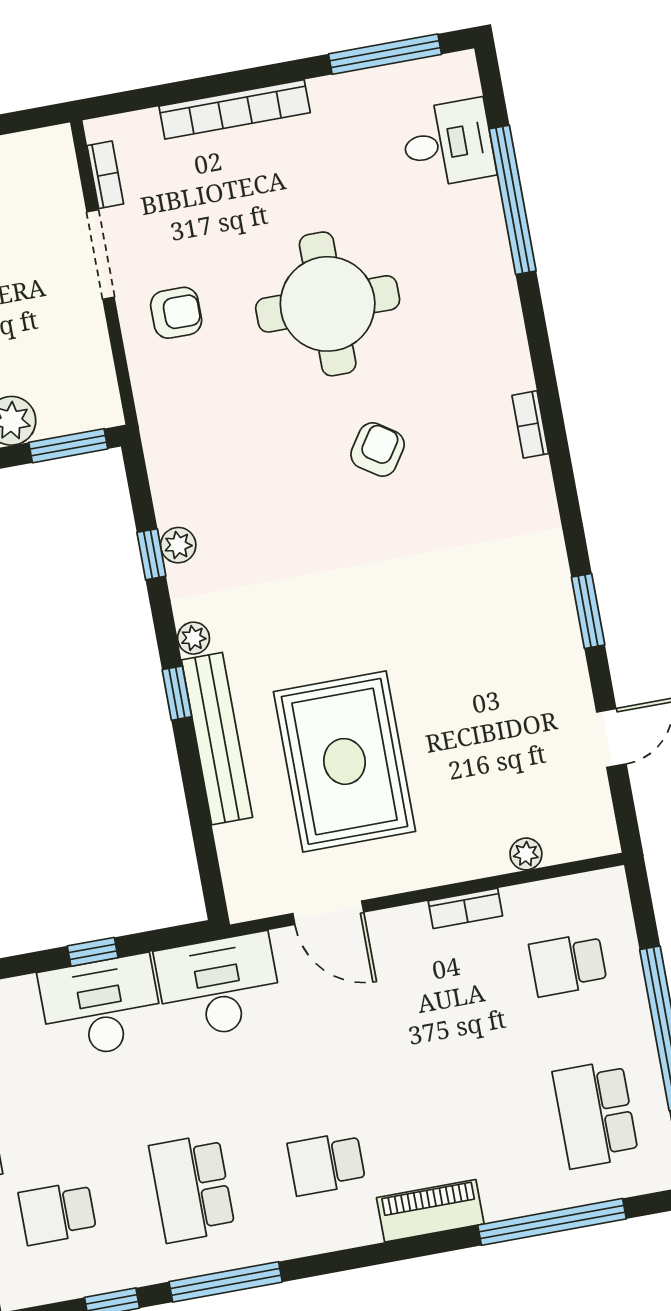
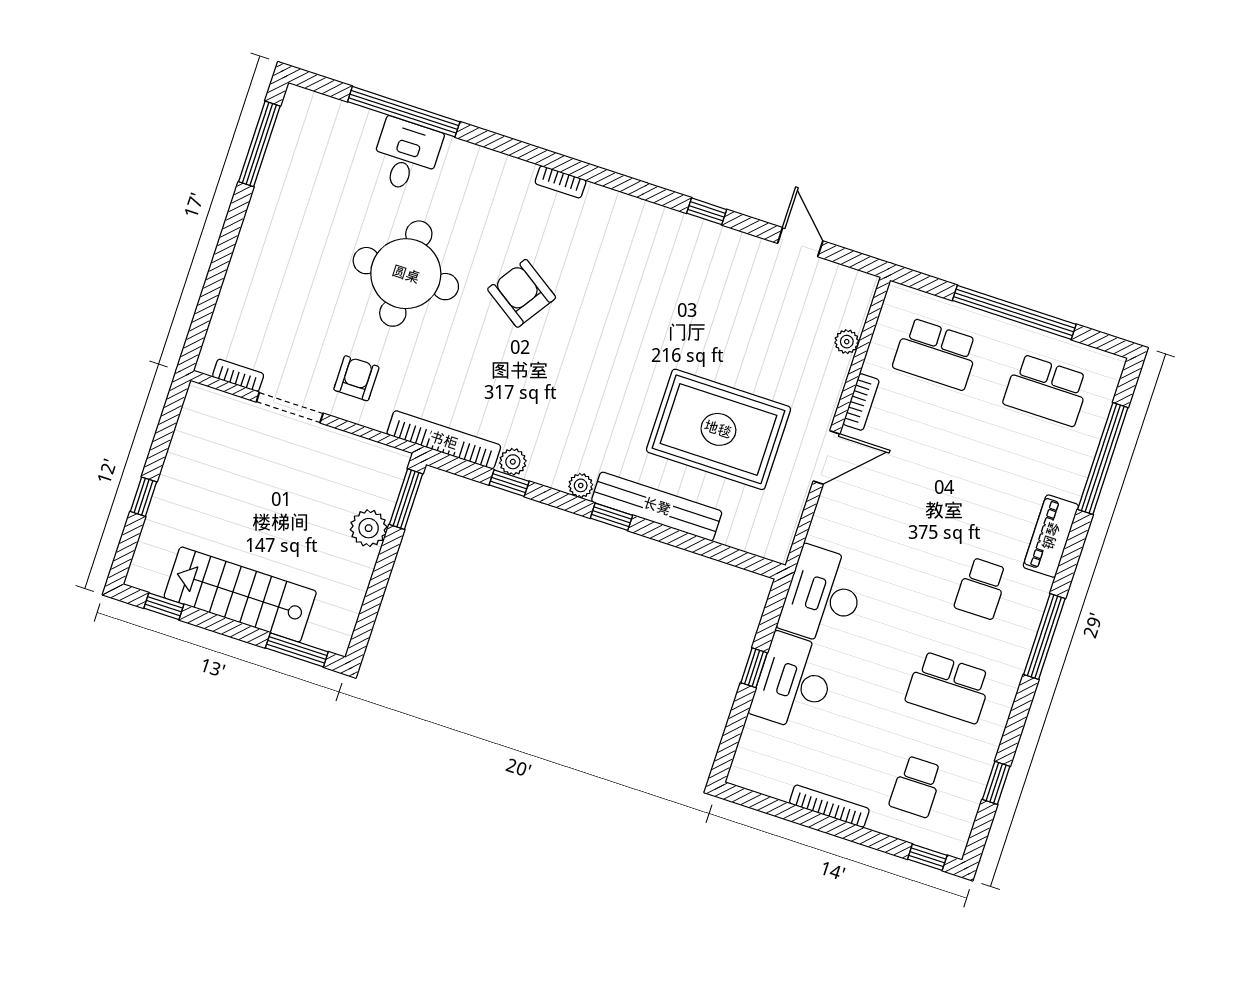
bookcase: (235, 109) -> (444, 440), moved, turned -90
desk: (448, 143) -> (406, 155), moved
armchair: (378, 450) -> (522, 293), width x1.38, depth x1.38
window: (588, 611) -> (707, 211), width x0.67
door: (328, 913) -> (826, 458), moved
school desk: (568, 964) -> (936, 354), width x1.85
window: (226, 1282) -> (1044, 636), moved

